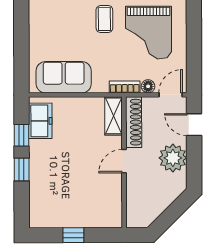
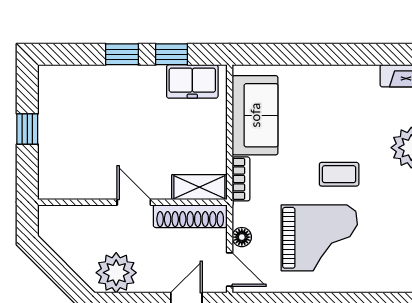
grand piano: (149, 33) -> (319, 238), turned 180
bookcase: (125, 87) -> (241, 179), moved
plant: (173, 158) -> (116, 273), moved

